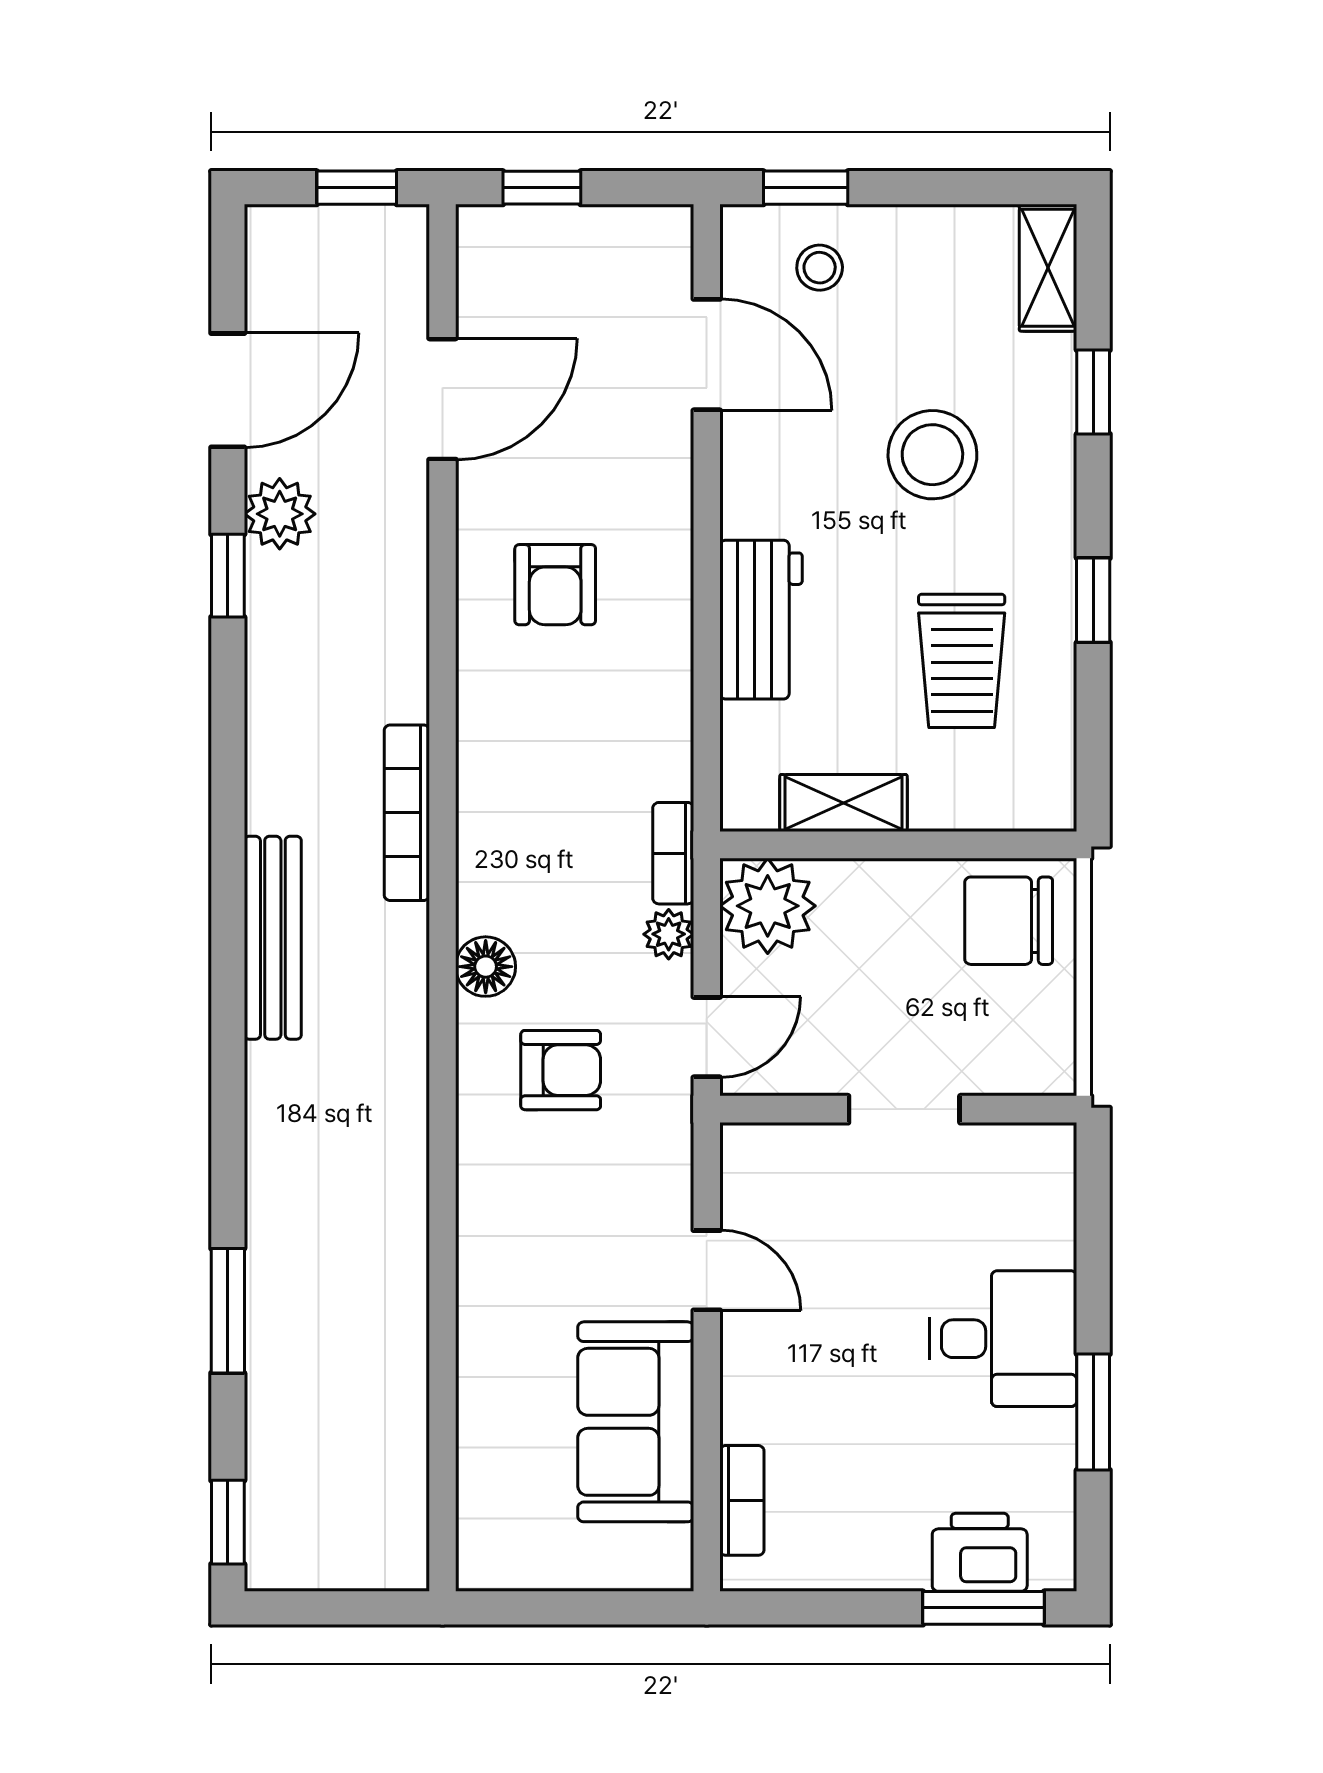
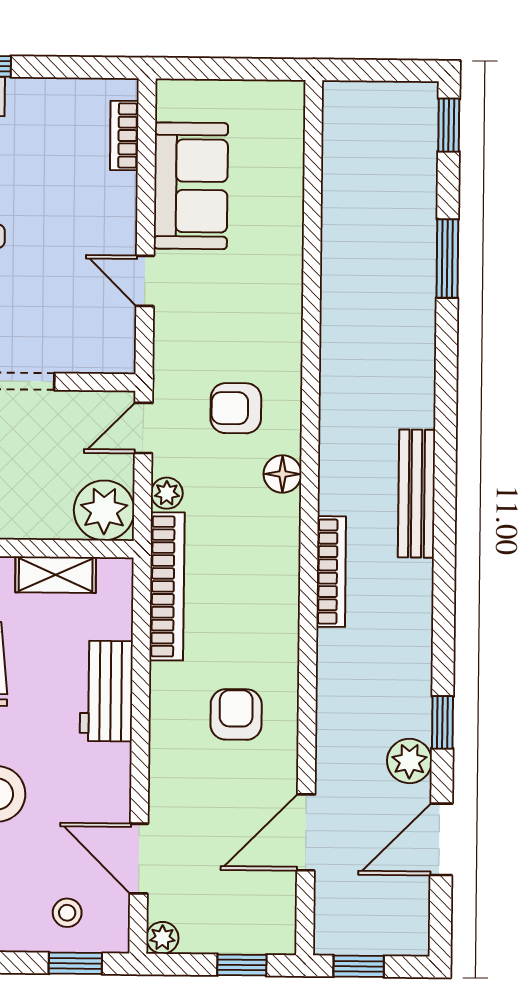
plant: (668, 230) -> (162, 938), added
bookcase: (673, 853) -> (167, 586), width x2.31, depth x1.31

